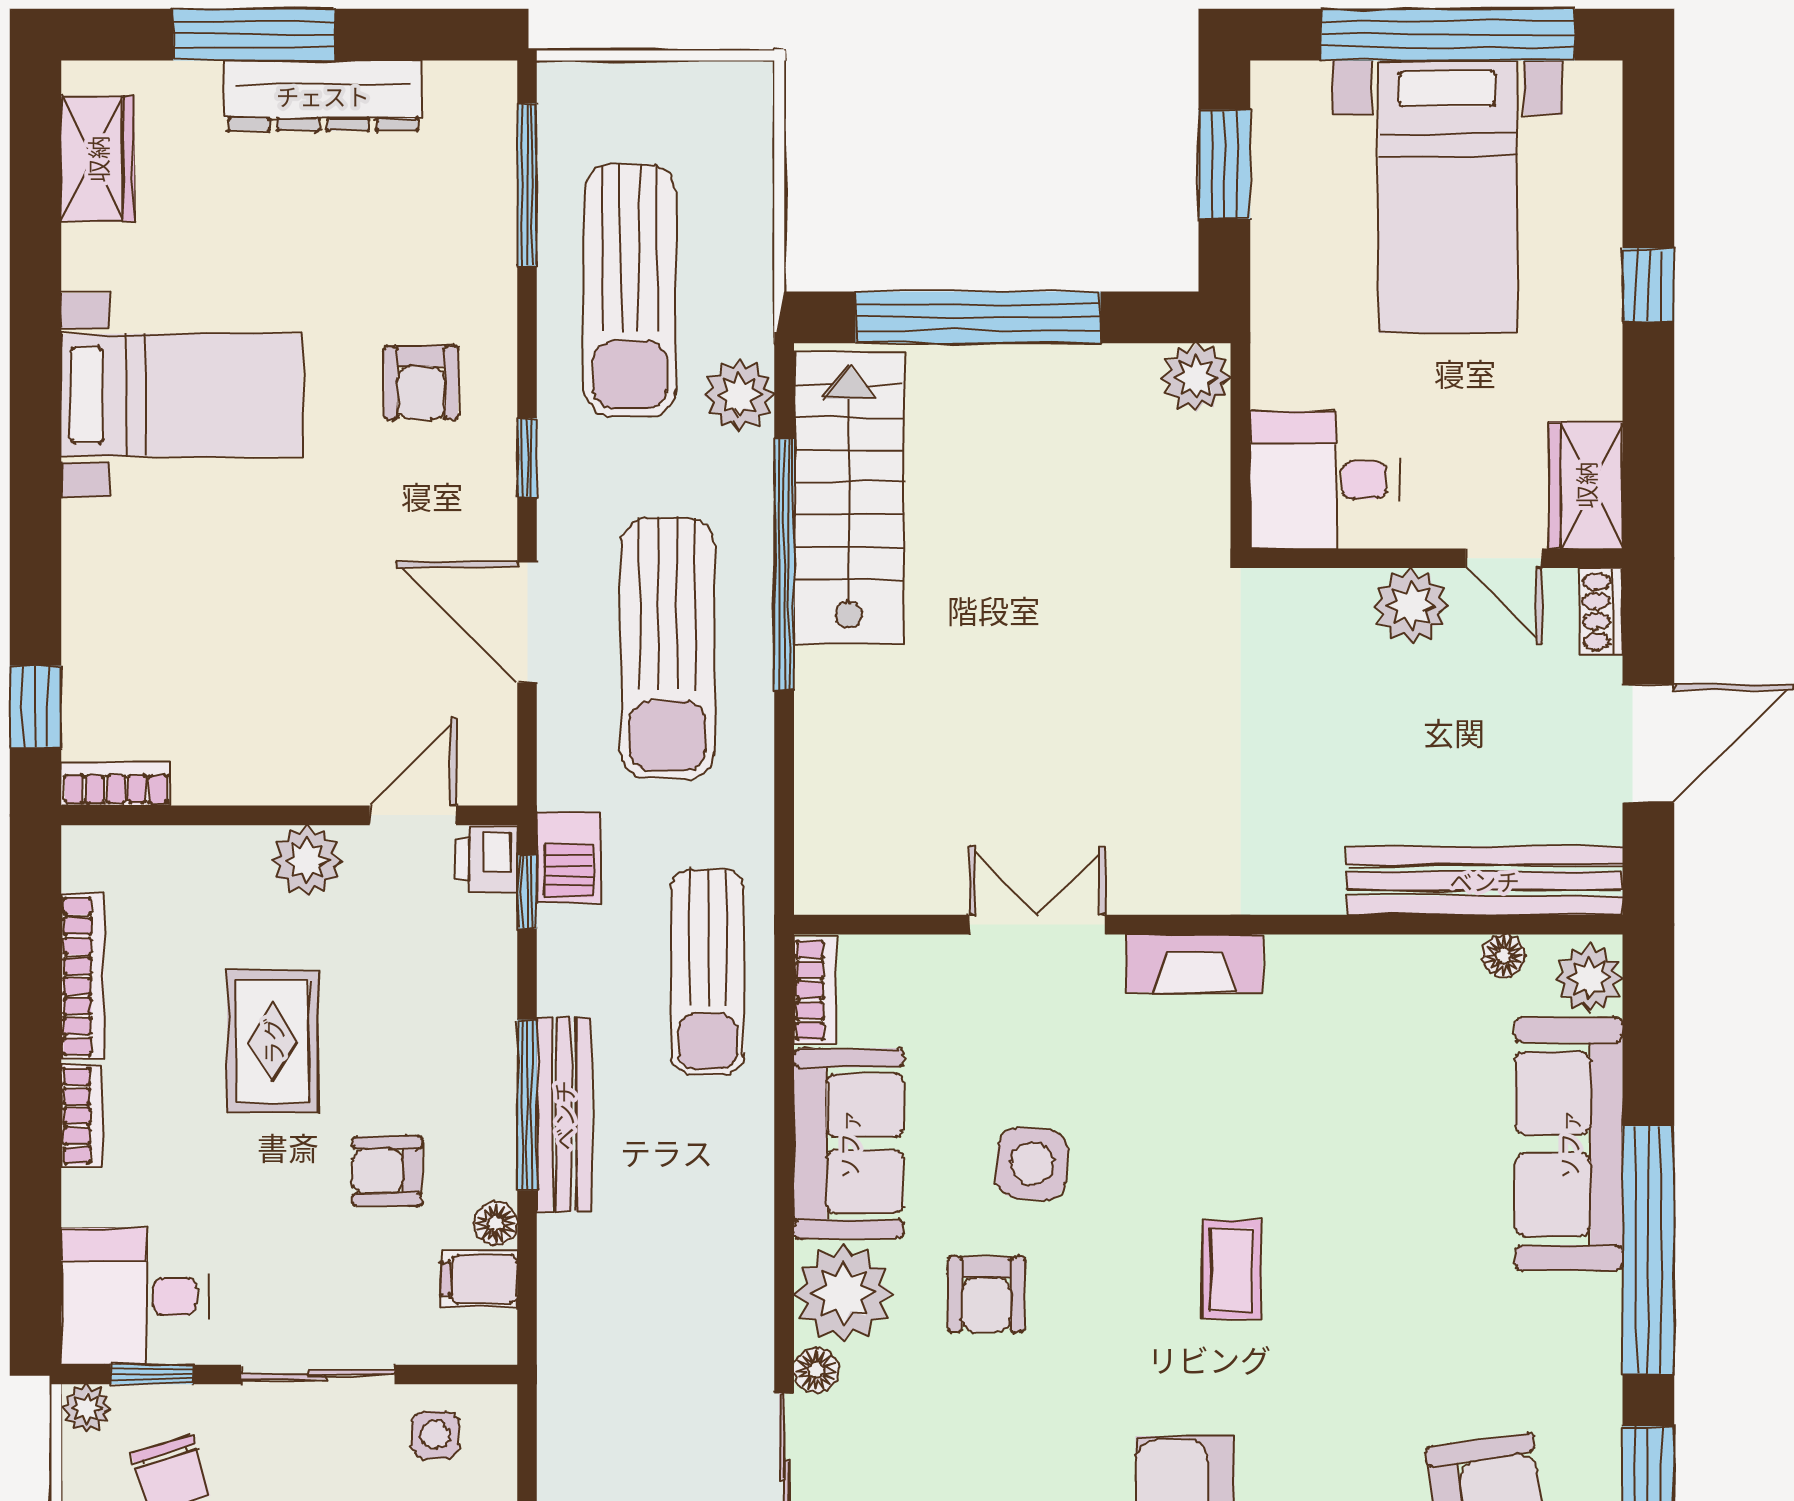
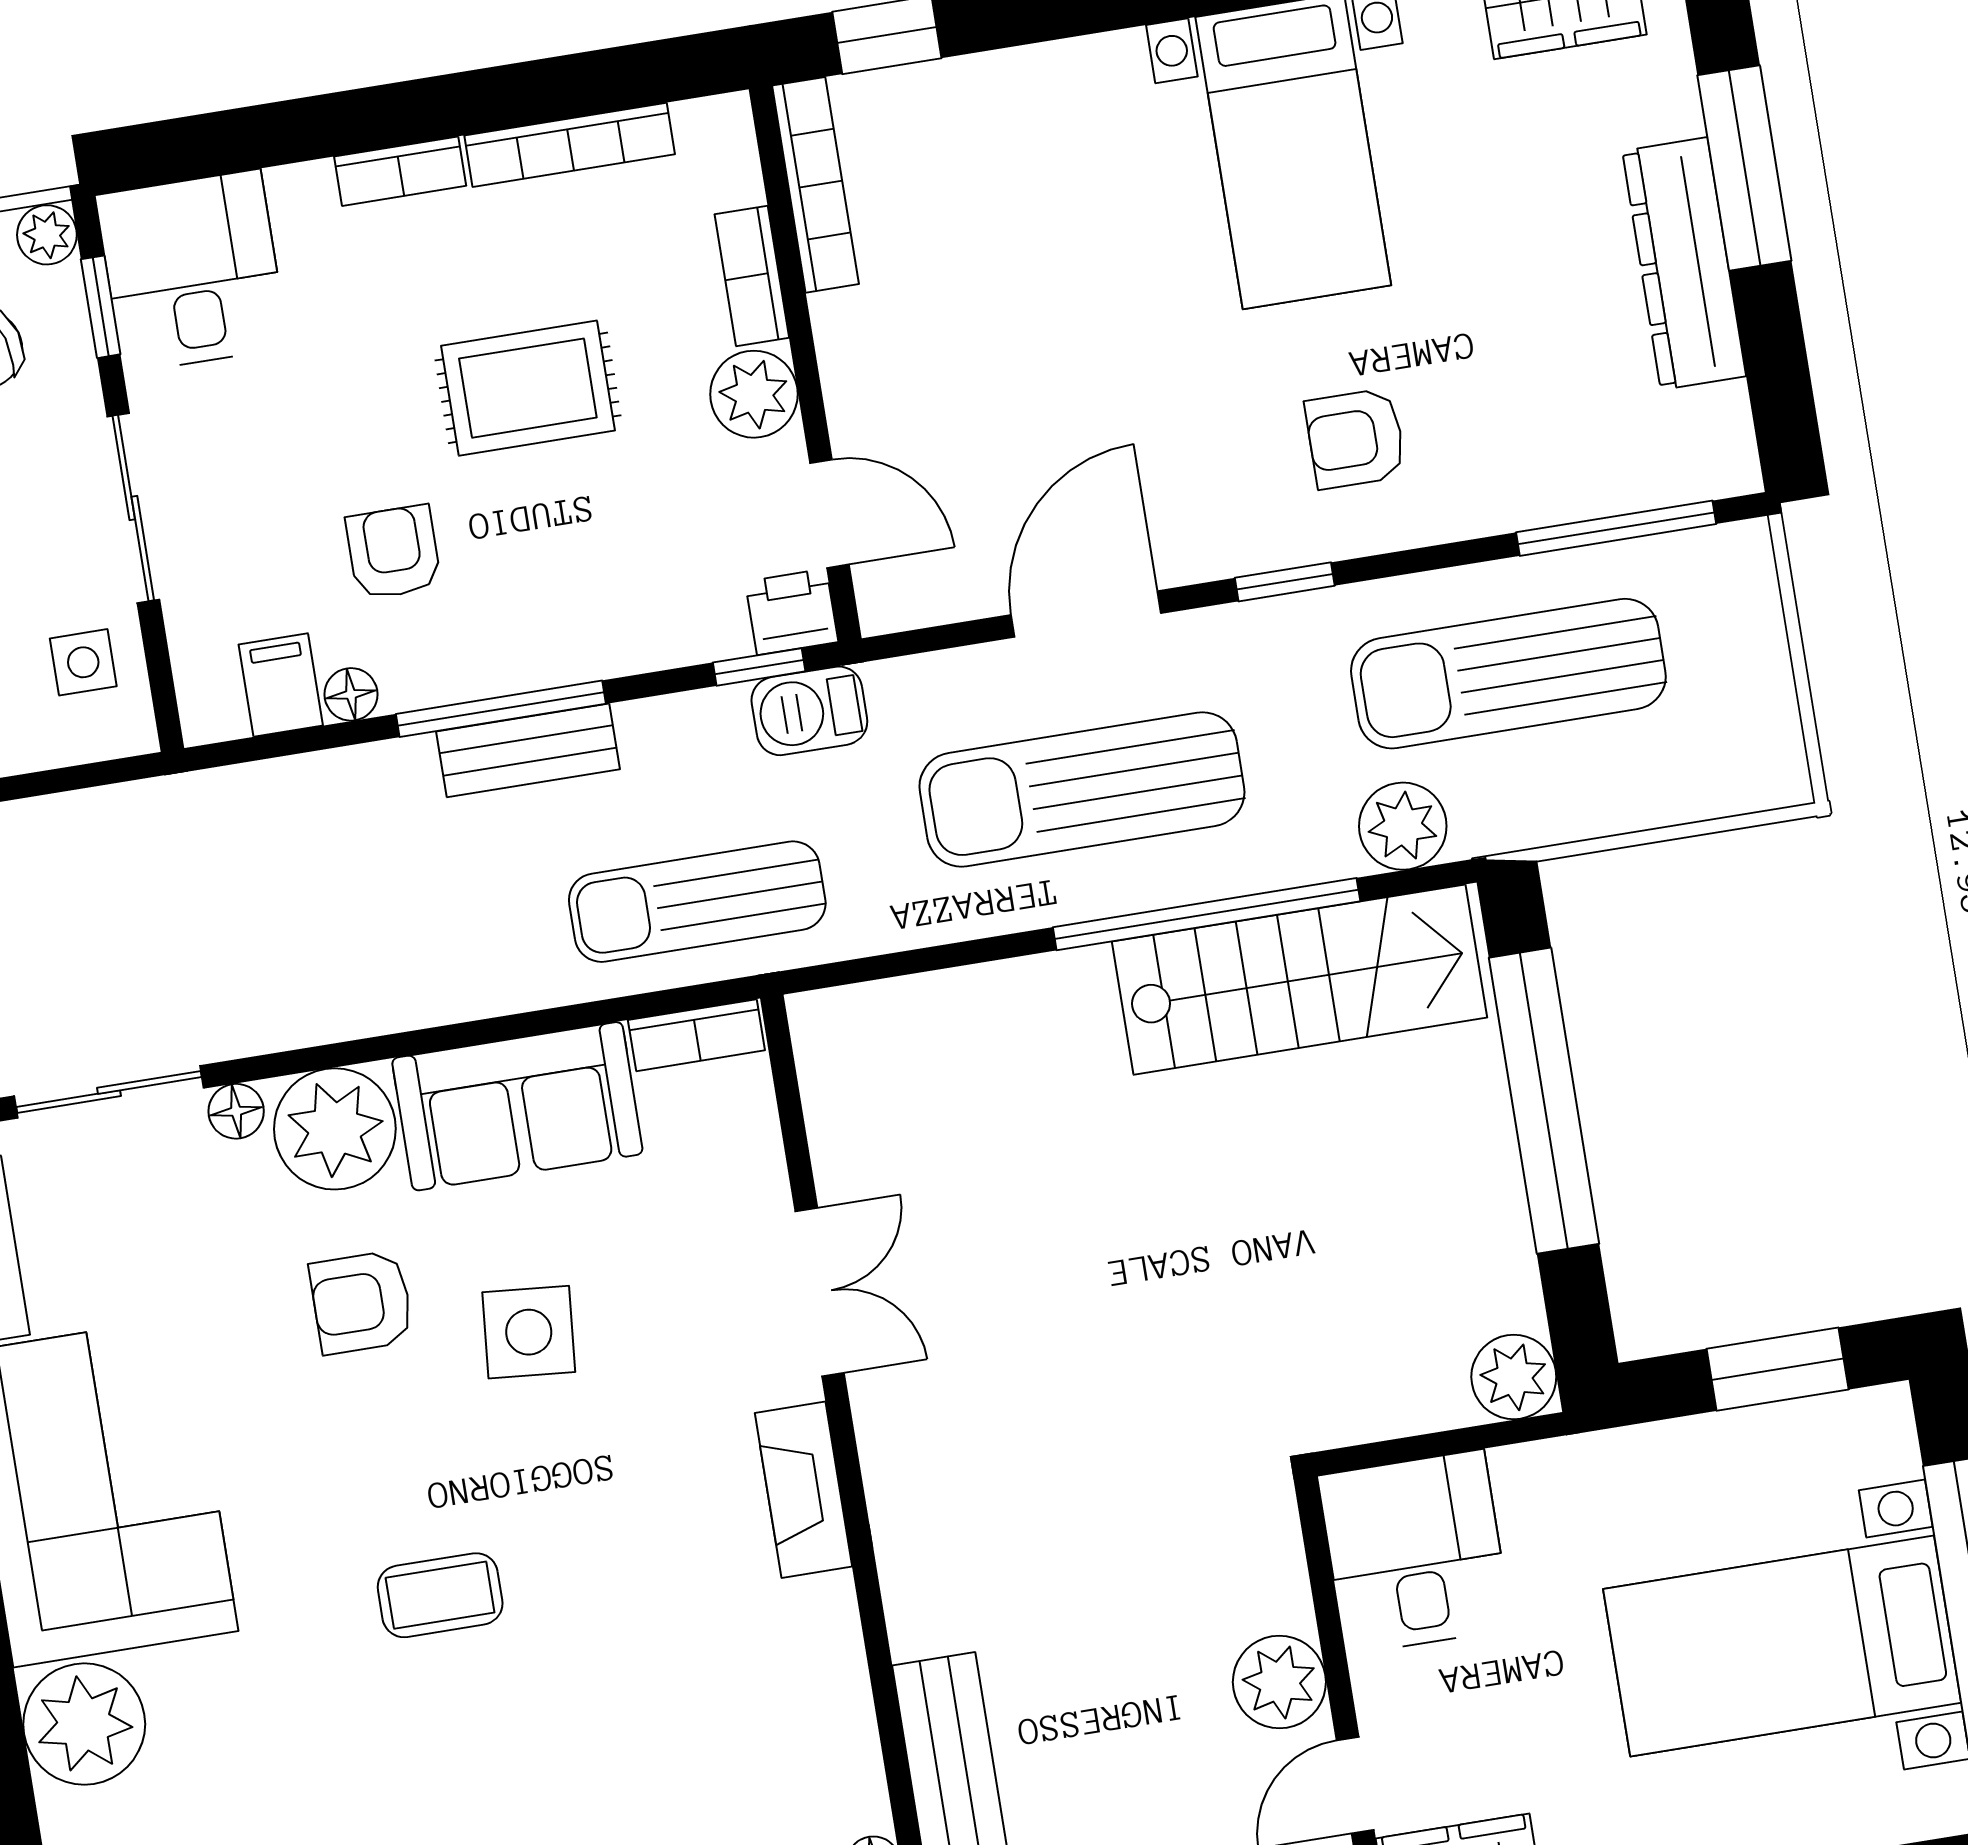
bookcase: (116, 784) -> (815, 185), width x1.56
bookcase: (212, 847) -> (752, 276), added
bench: (564, 1115) -> (528, 750), width x0.73

